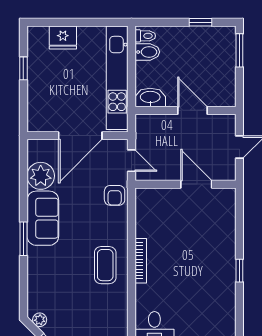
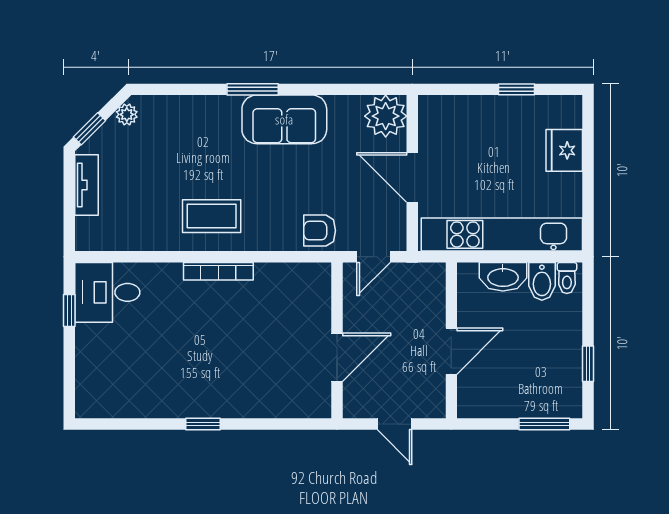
washbasin: (150, 98) -> (503, 277), moved, turned 90
door: (80, 136) -> (412, 177), width x0.73
plant: (41, 176) -> (386, 116), moved

